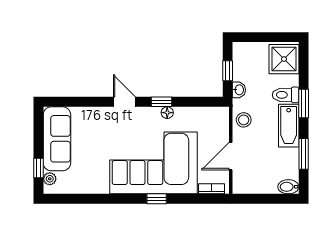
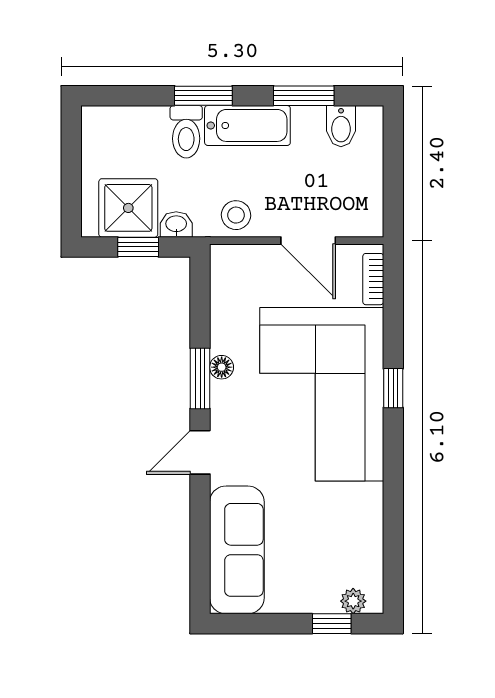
shower: (284, 59) -> (128, 208), moved
window: (162, 102) -> (200, 378), width x1.50
sofa: (57, 139) -> (237, 550), moved, turned 90
bidet: (288, 187) -> (341, 126), moved

